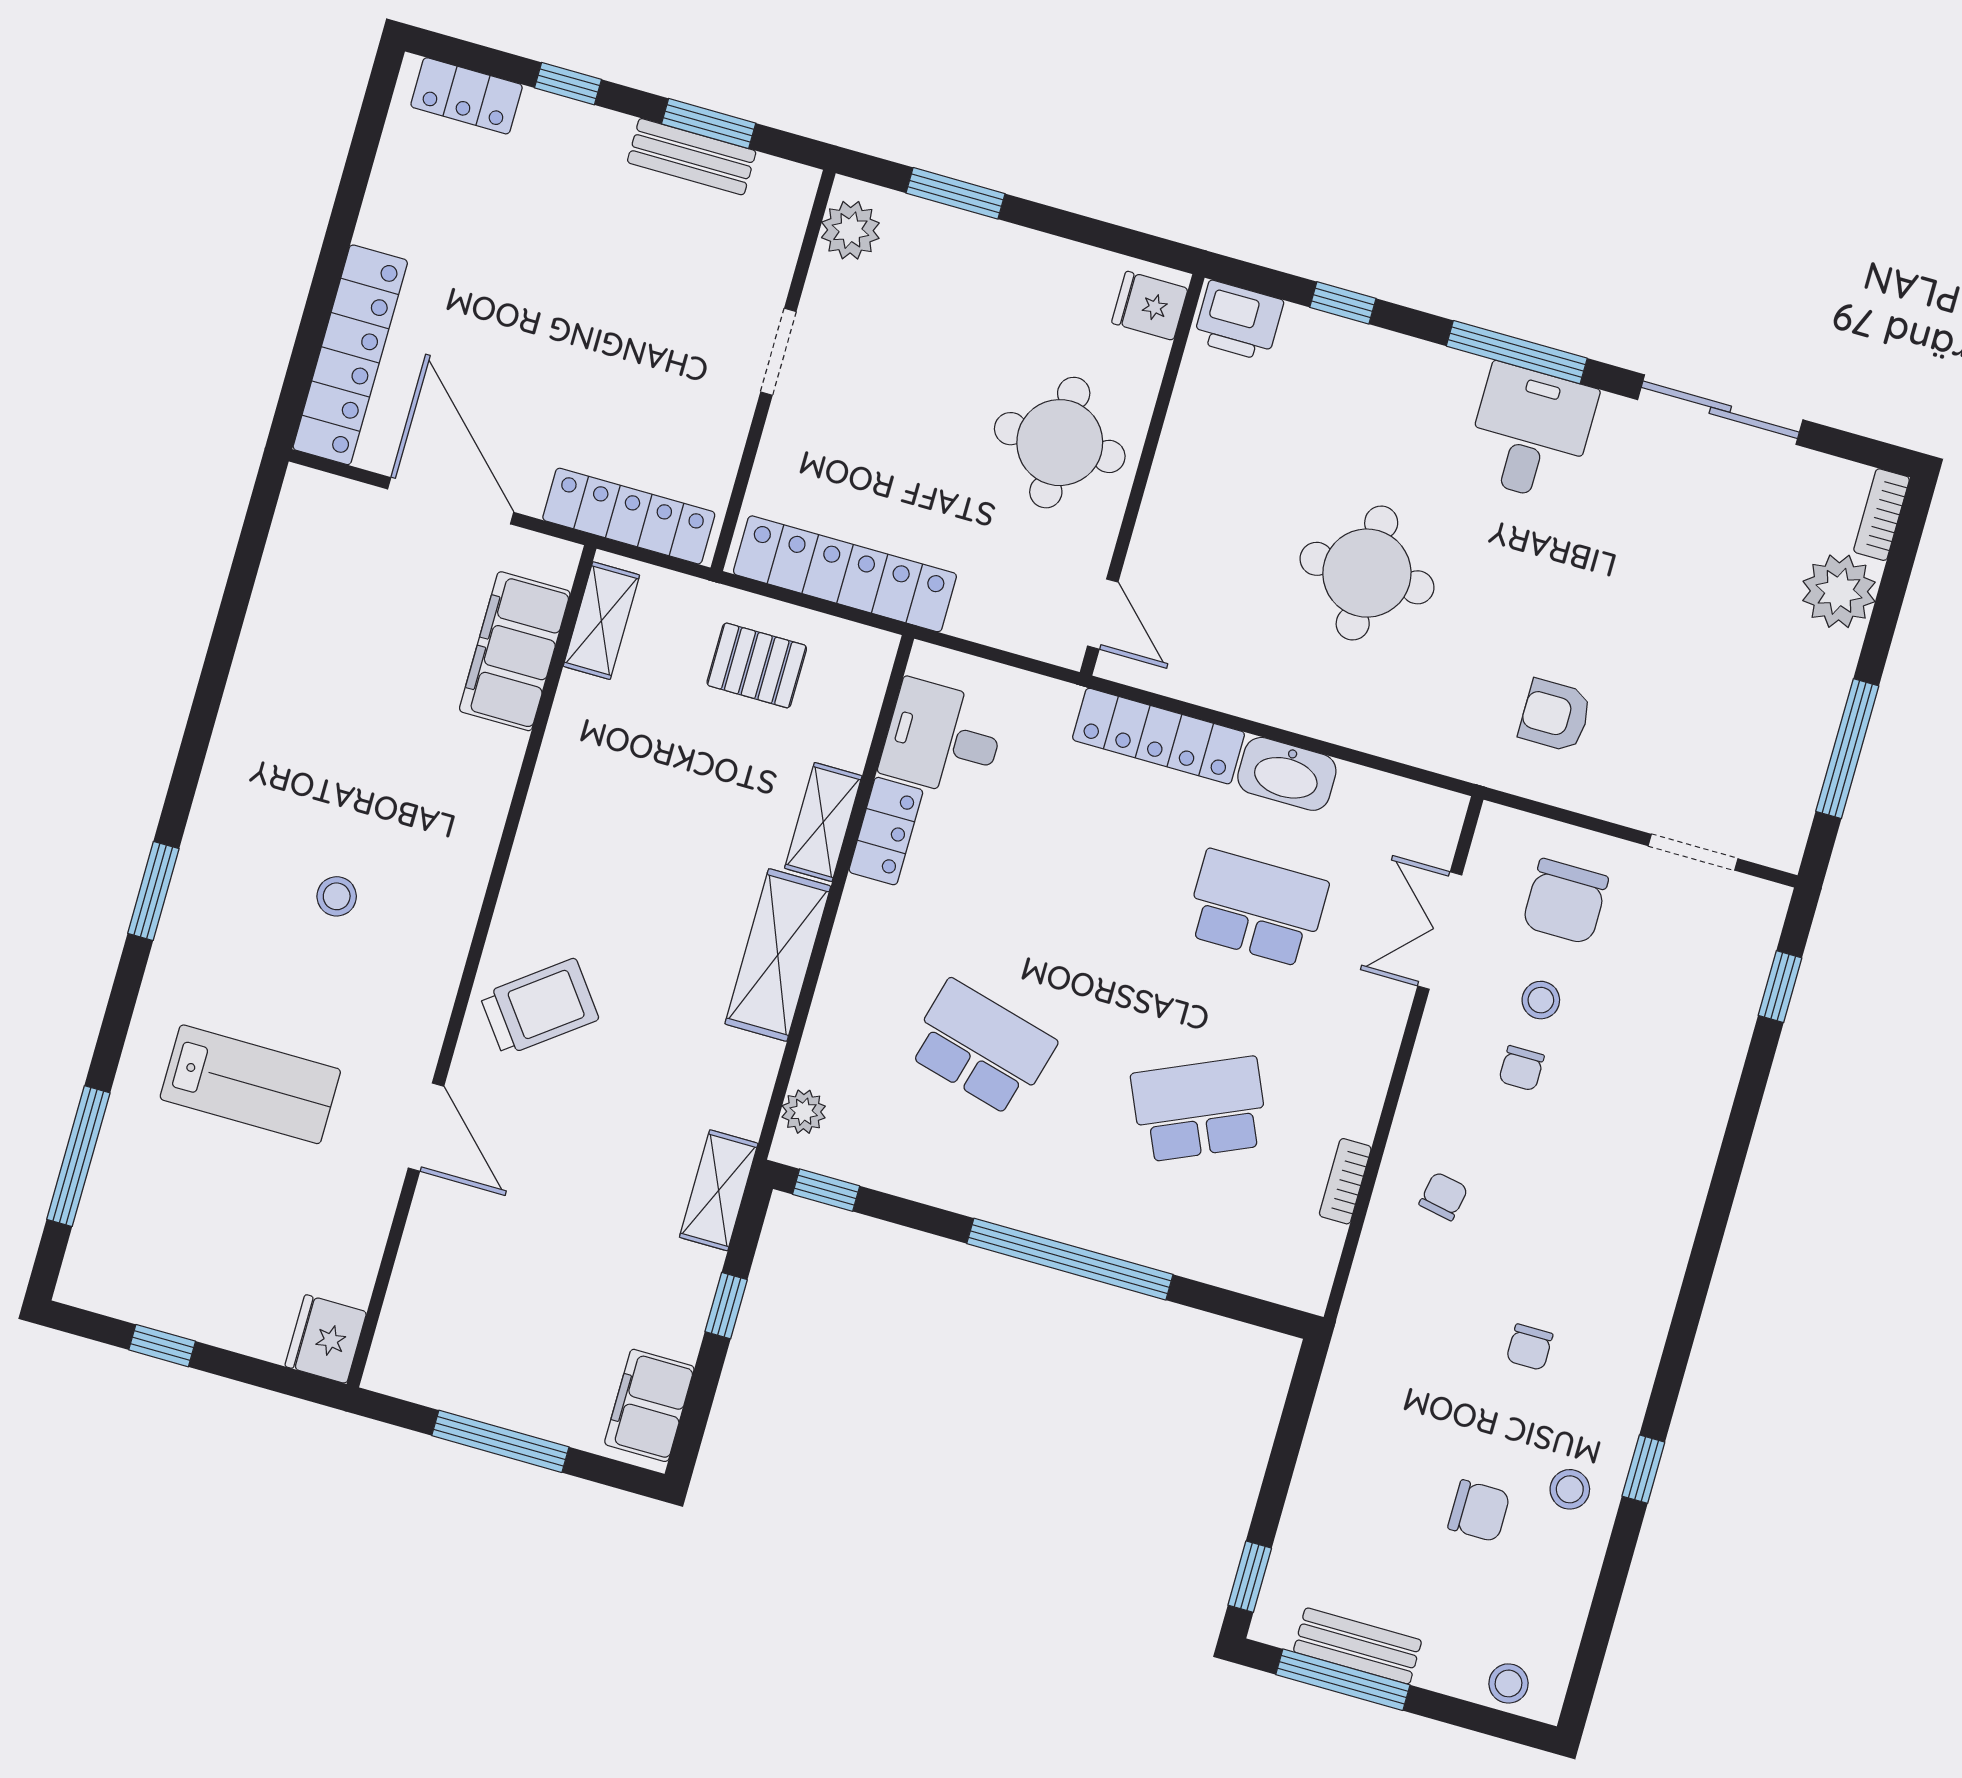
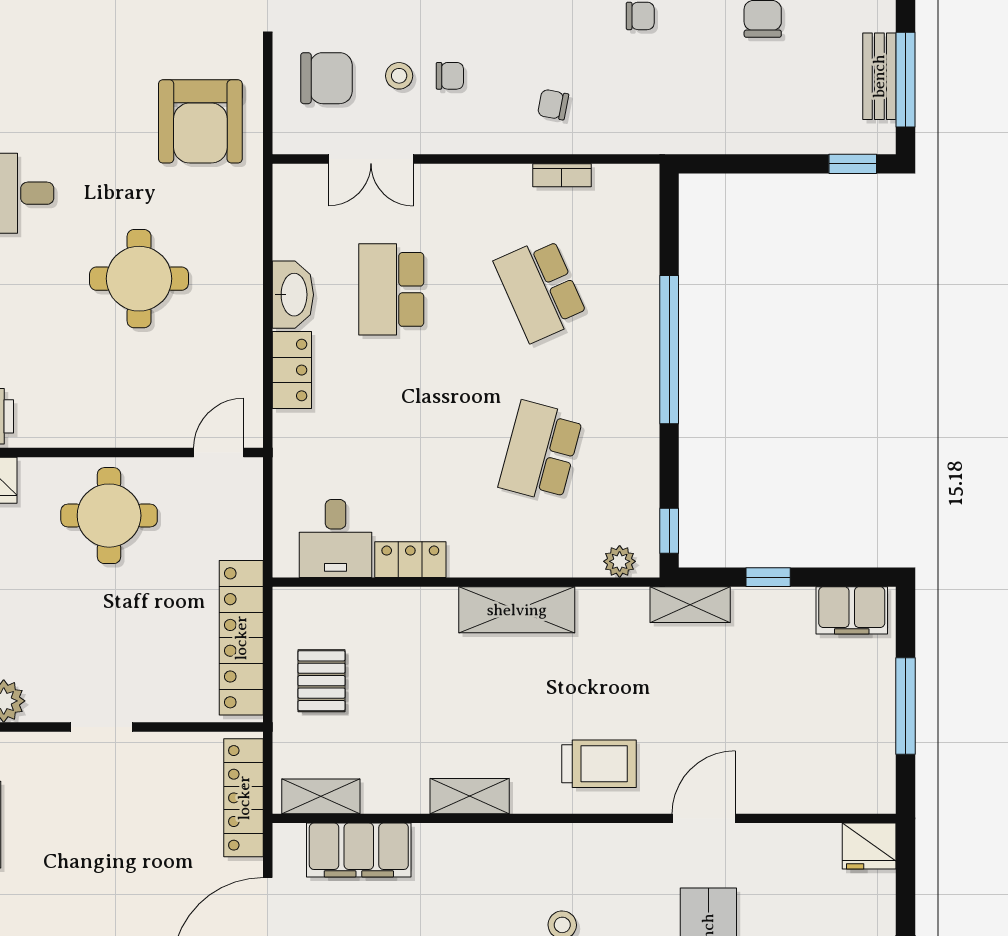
armchair: (1555, 715) -> (200, 121), width x1.88, depth x1.88
locker: (1159, 736) -> (292, 370), width x0.66
shelving: (823, 822) -> (470, 796), moved
trolley: (539, 1007) -> (599, 764), turned 127

